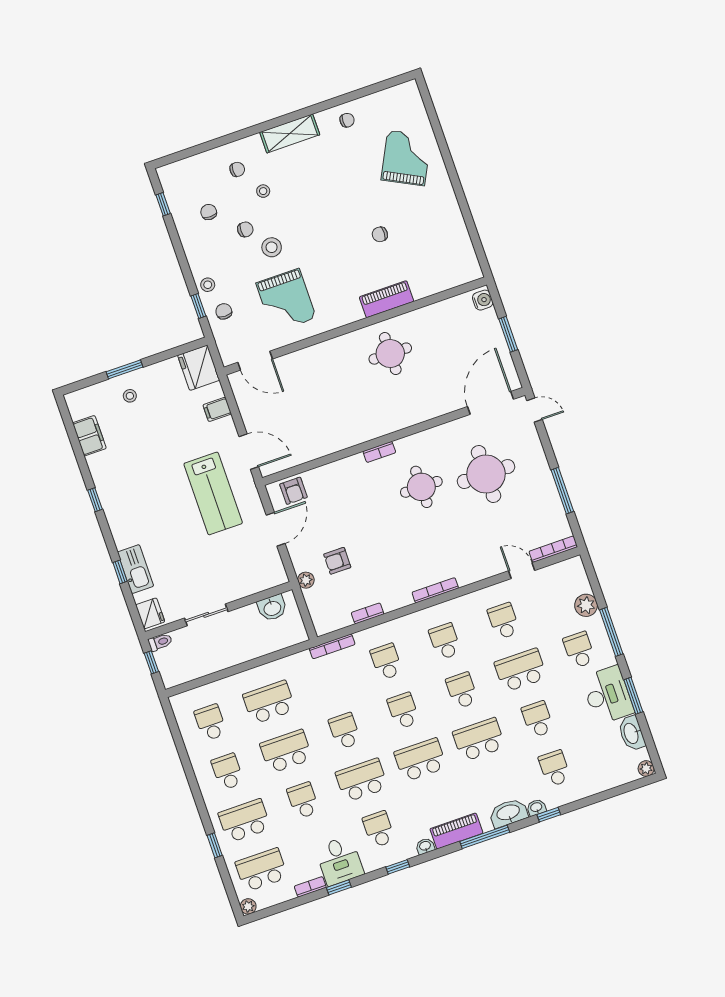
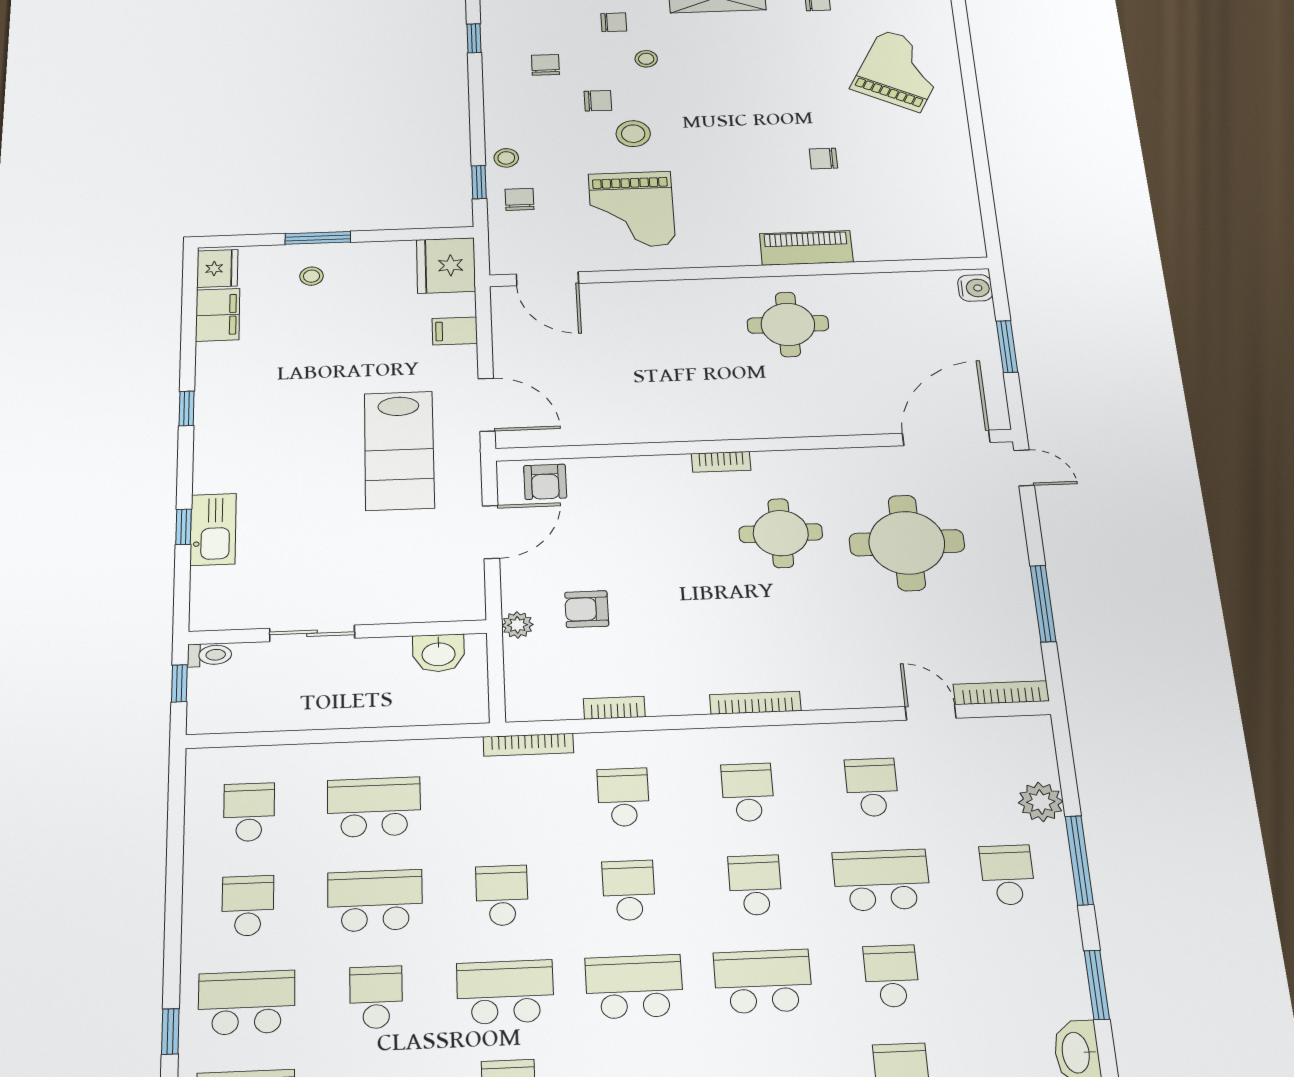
fridge: (150, 613) -> (217, 268), moved
desk: (608, 695) -> (1045, 970), removed

